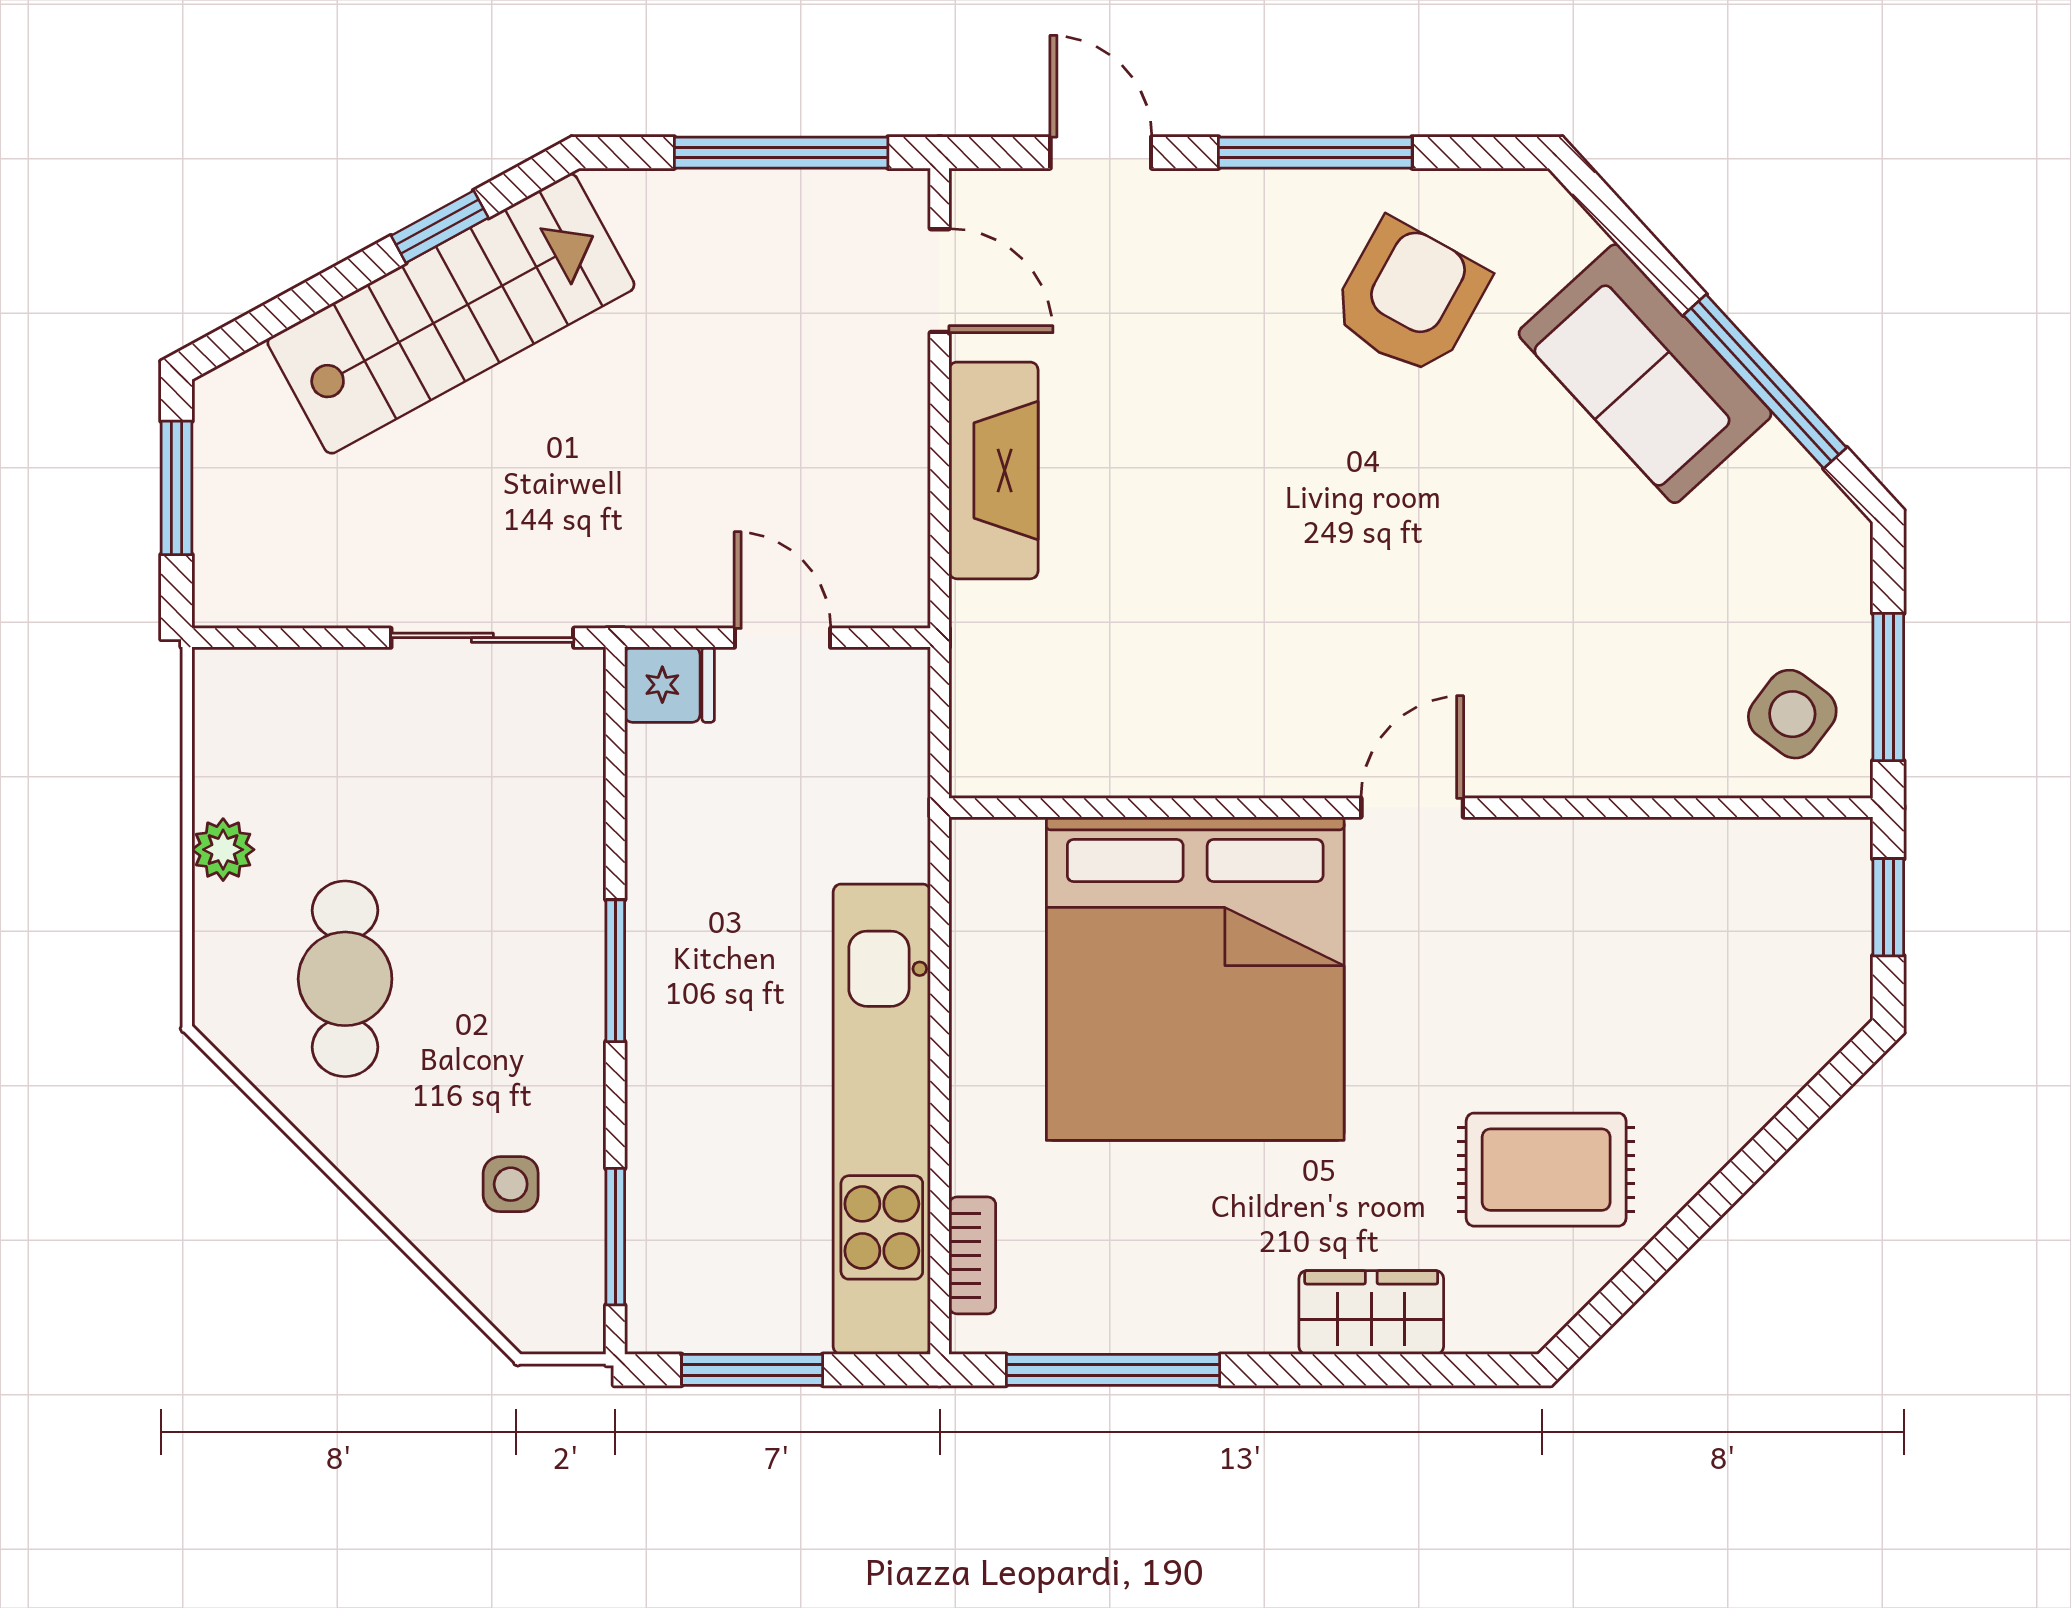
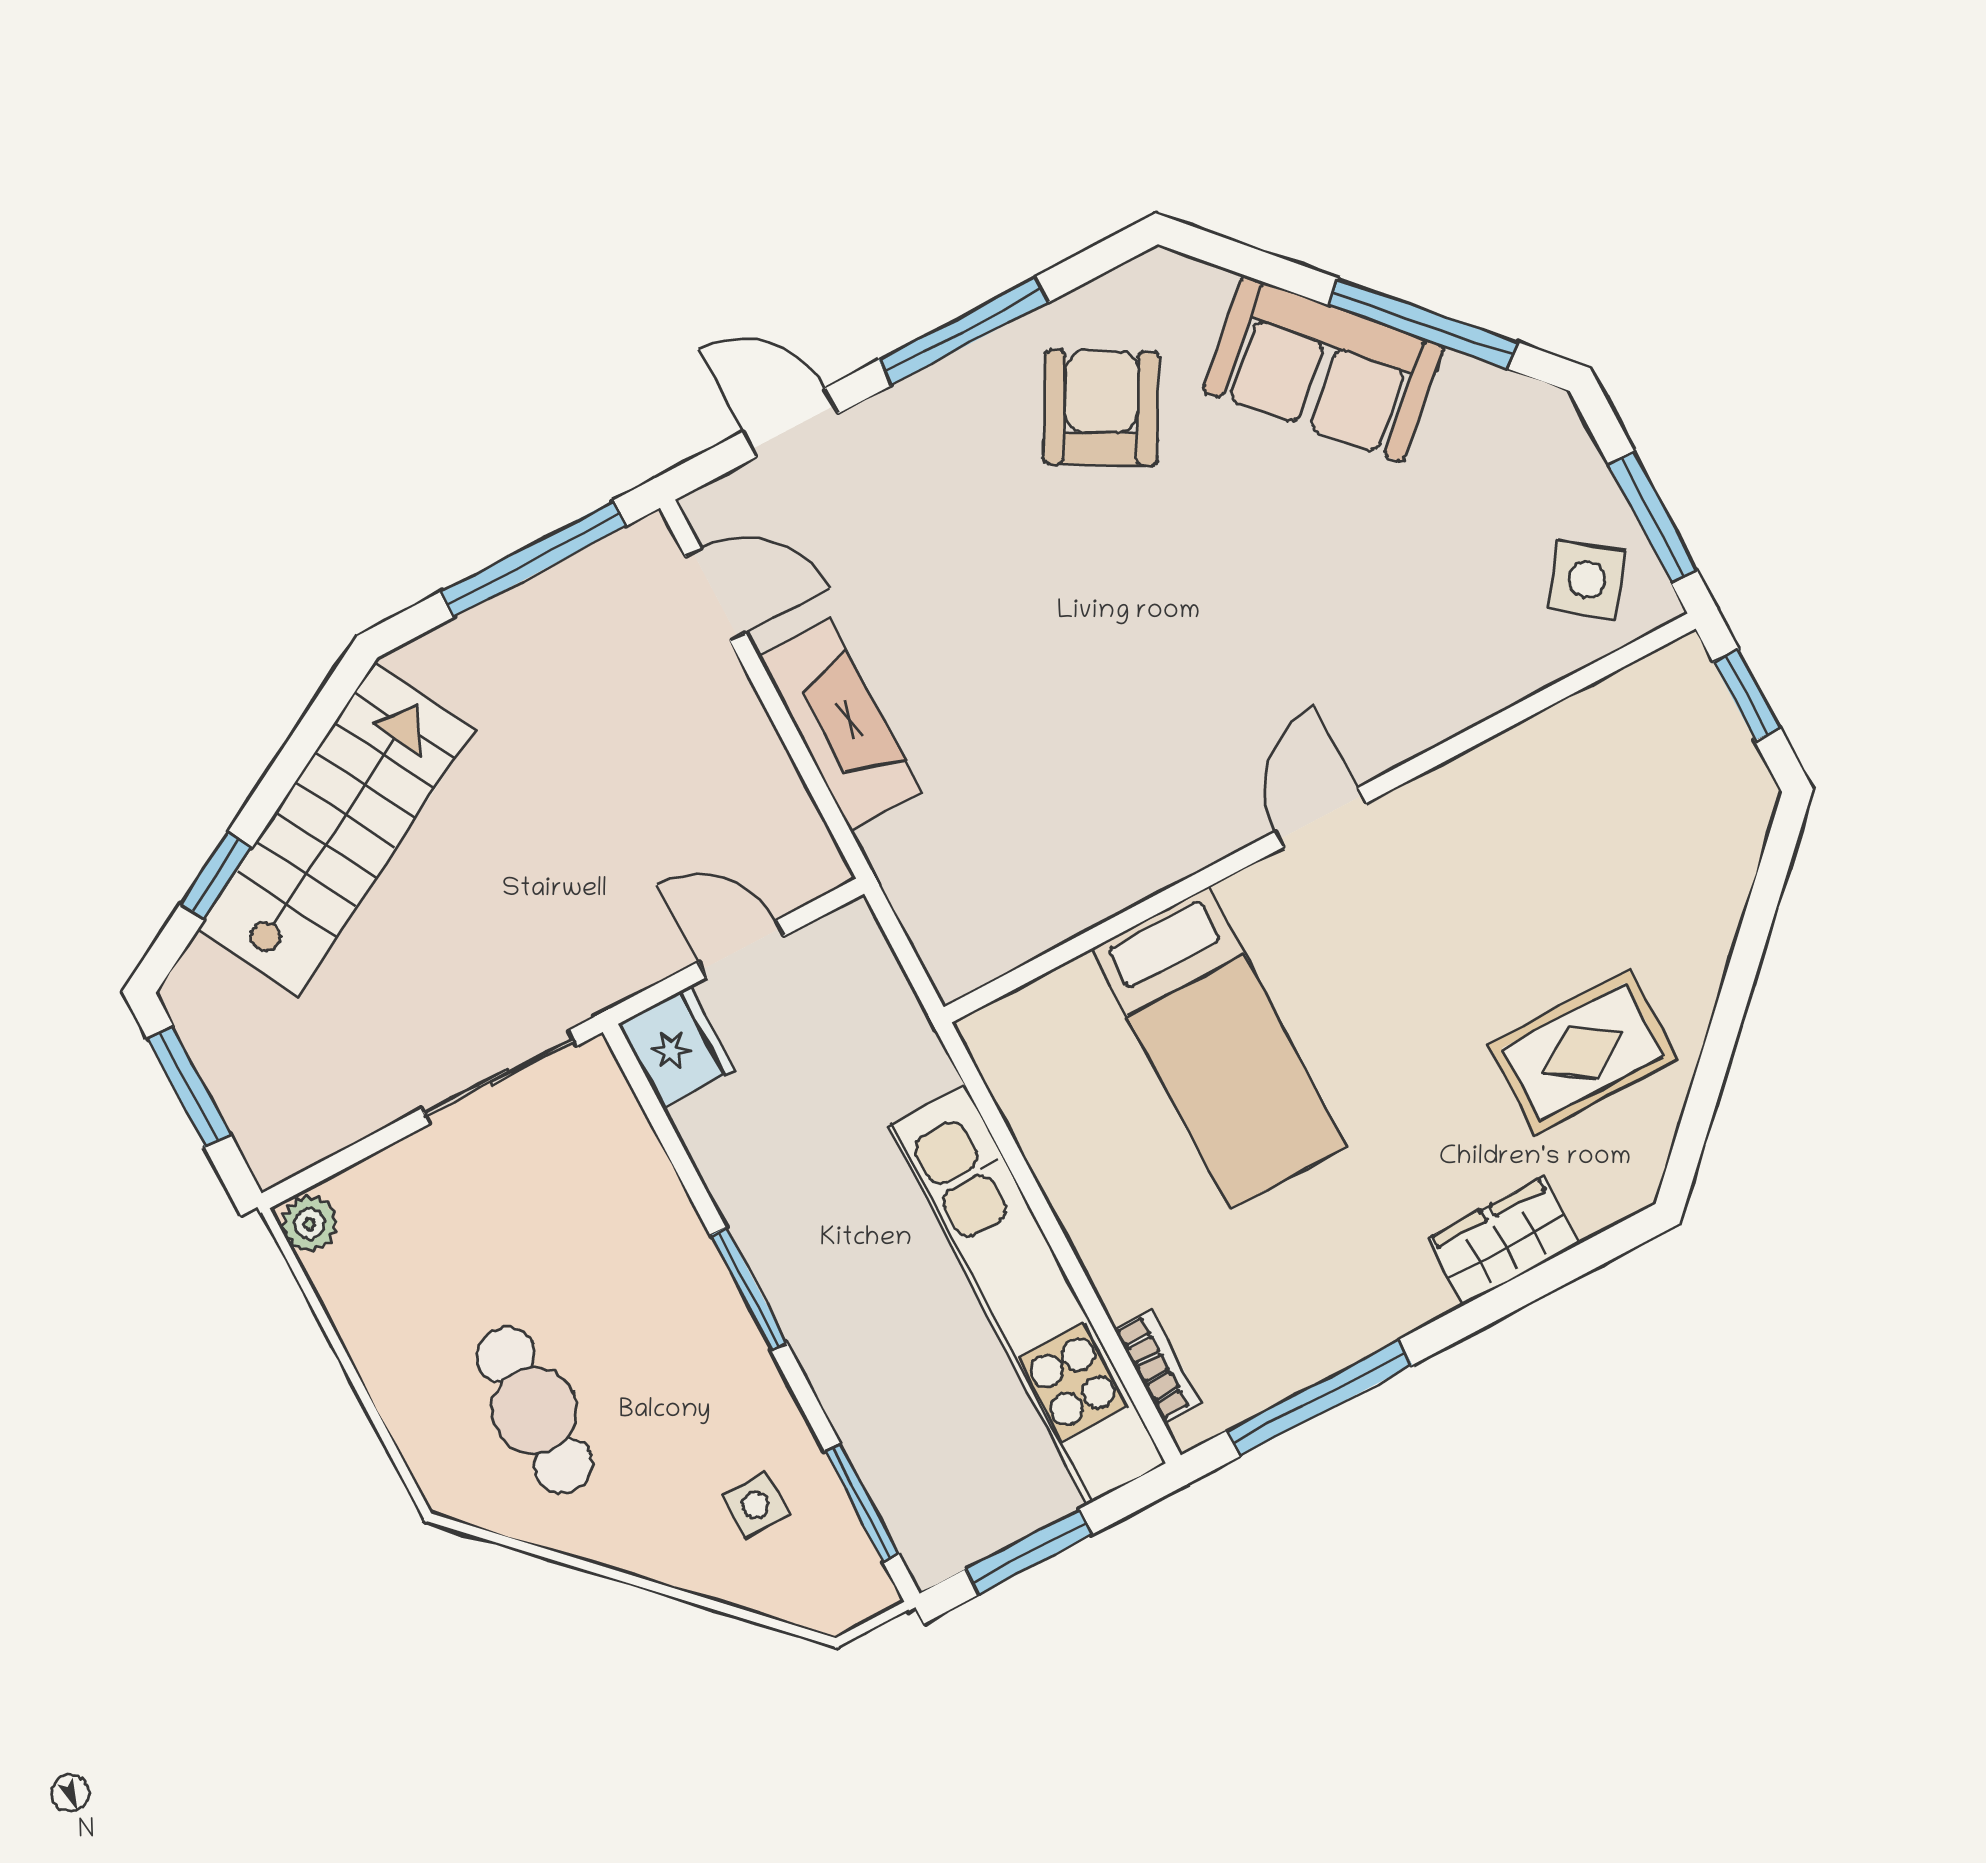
window: (440, 227) -> (216, 876), moved
fridge: (669, 685) -> (676, 1047), width x1.38
plant: (223, 850) -> (310, 1224), moved
bed: (1195, 979) -> (1219, 1048), width x0.49

